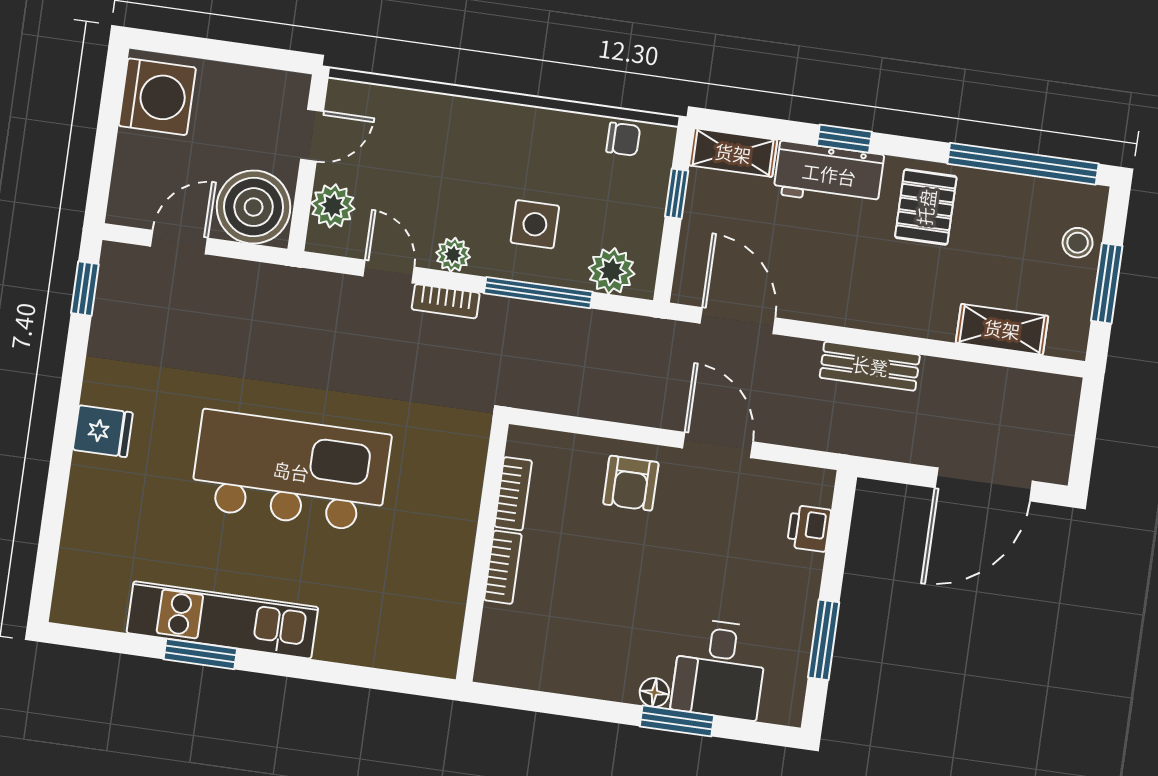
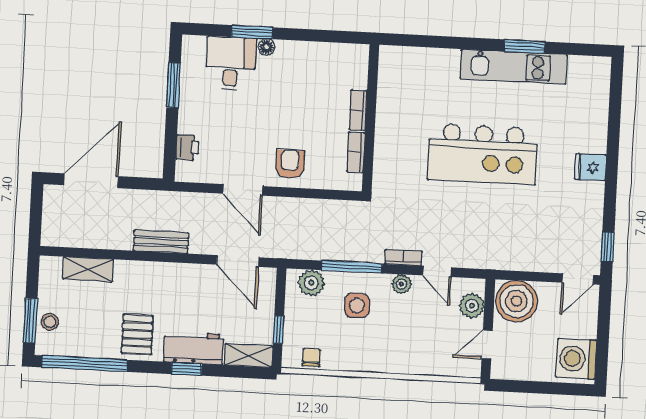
chair: (623, 139) -> (311, 358), turned 90
door: (179, 242) -> (578, 279), moved
window: (1107, 283) -> (30, 320), moved

